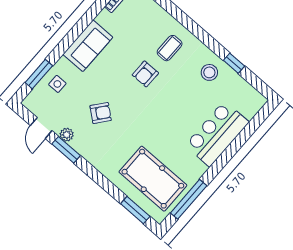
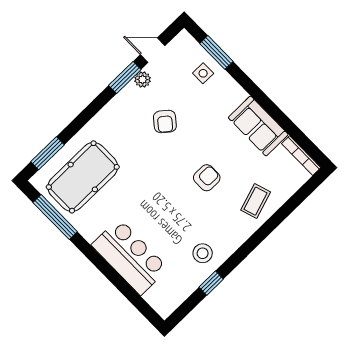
sofa: (88, 46) -> (258, 126), moved
coffee table: (170, 48) -> (256, 201), moved, turned 72
armchair: (145, 74) -> (207, 178), turned 90

